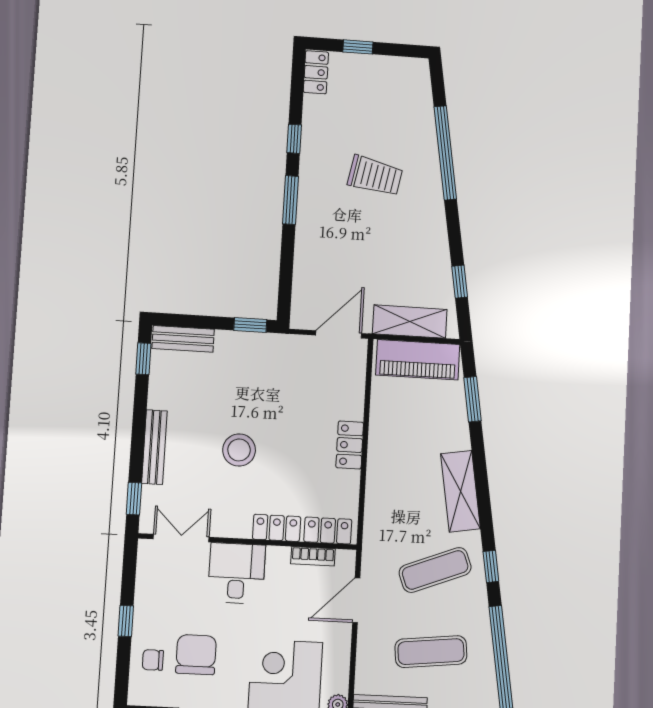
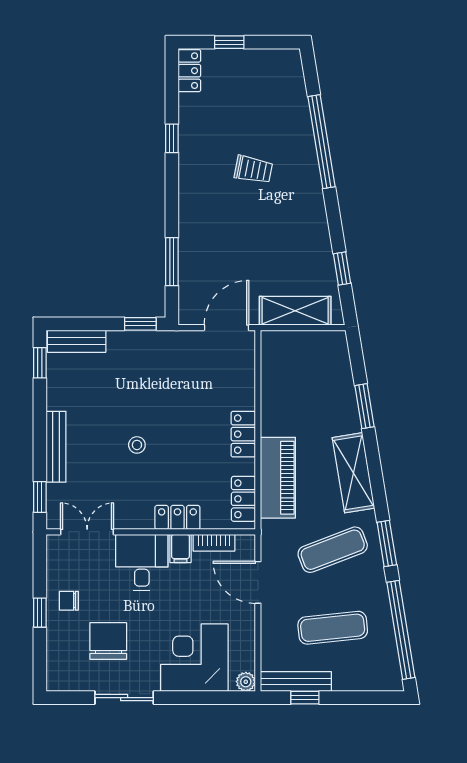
trolley: (375, 176) -> (253, 169), width x0.73, depth x0.72
window: (290, 200) -> (172, 262), moved
piano: (418, 360) -> (278, 478), moved, turned -90
window: (472, 399) -> (364, 406), moved
stool: (239, 450) -> (137, 445), width x0.53, depth x0.53
locker: (328, 531) -> (243, 499), moved, turned -90
filing cabinet: (278, 561) -> (180, 548), added
window: (491, 566) -> (387, 544), width x1.50
door: (356, 600) -> (258, 582), hinge flipped
chair: (153, 660) -> (69, 601), moved

